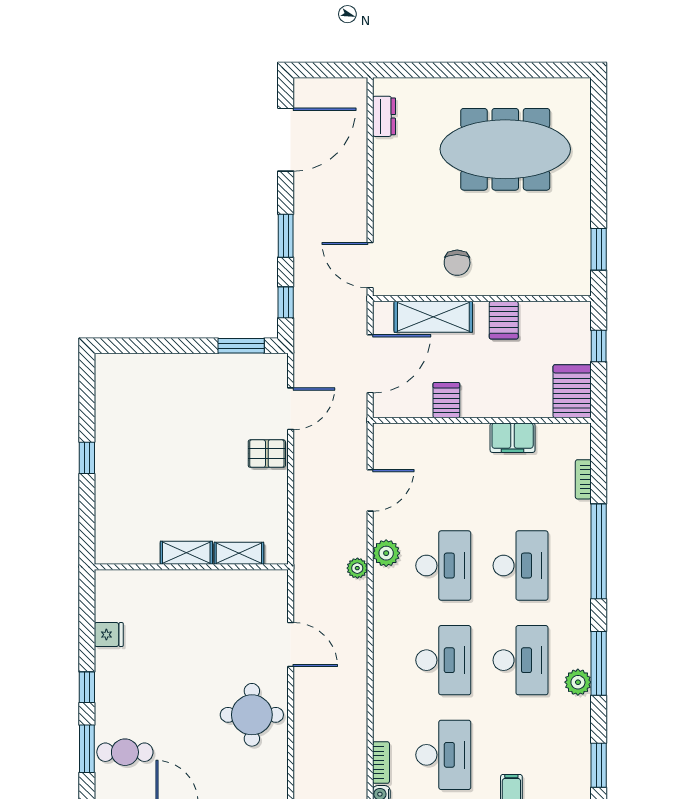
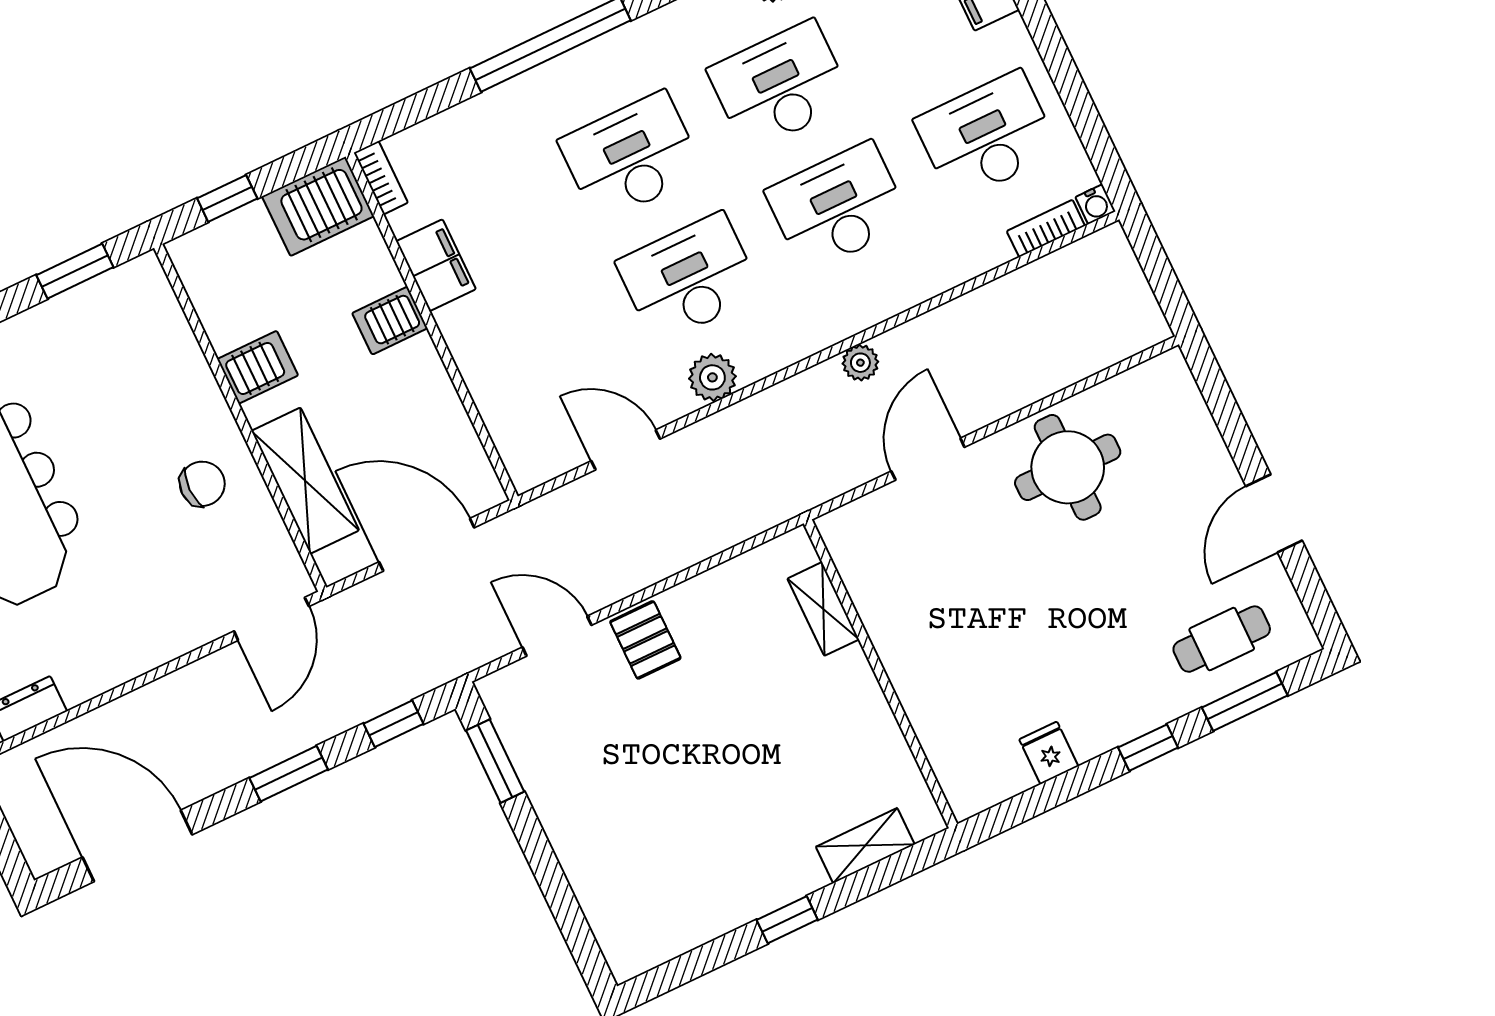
server rack: (446, 400) -> (390, 321), moved
bookcase: (583, 479) -> (381, 178), moved, turned -90
shelving: (186, 553) -> (865, 846), moved, turned 90
plant: (357, 568) -> (860, 363), moved
cafe table: (125, 752) -> (1222, 639), turned 90

